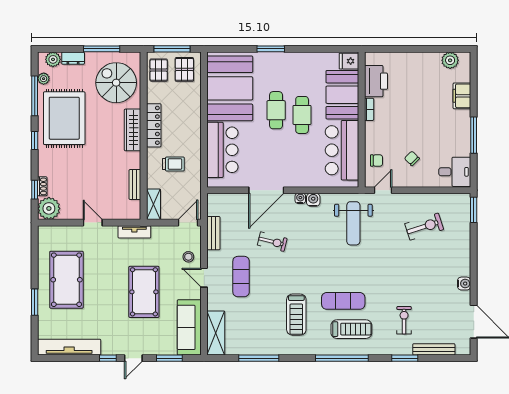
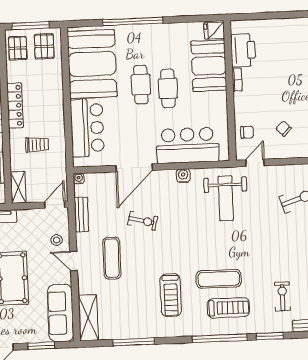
window: (271, 49) -> (133, 21), width x2.11
bar counter: (342, 150) -> (188, 145), moved, turned 90
water cooler: (300, 198) -> (79, 179), moved
window: (405, 358) -> (270, 336), moved

